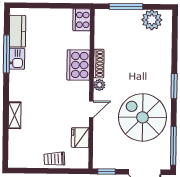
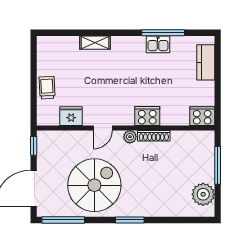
kitchen counter: (18, 31) -> (206, 62), moved, turned 90
cooker: (78, 65) -> (147, 116), width x0.73, depth x0.76
door: (91, 109) -> (103, 128), hinge flipped

